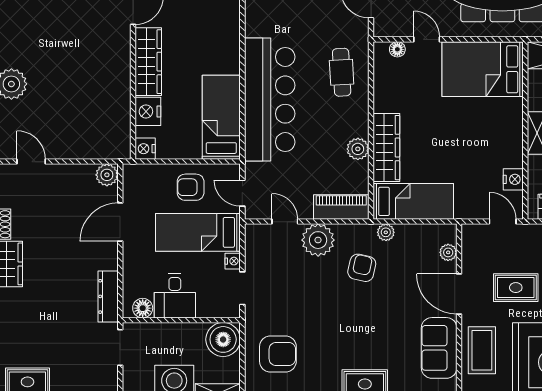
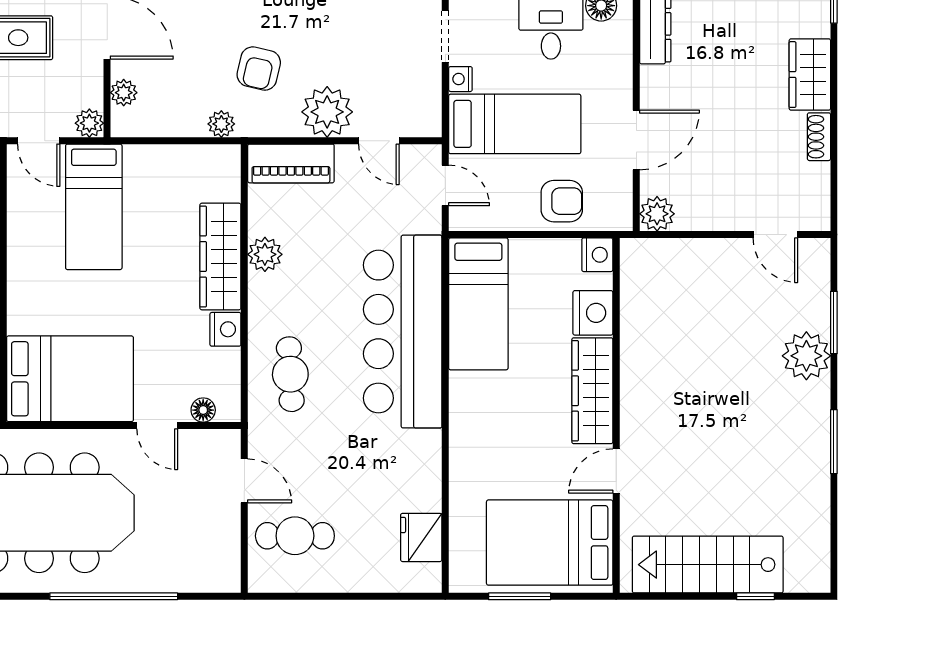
nightstand: (513, 179) -> (225, 329), moved, turned 180
armchair: (191, 187) -> (562, 201), moved
bed: (413, 201) -> (94, 207), moved, turned -90
plant: (470, 233) -> (89, 123), added

